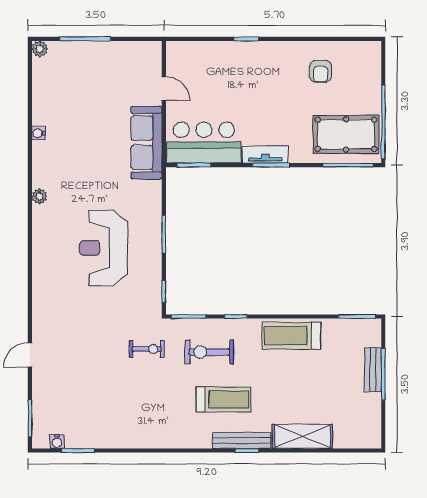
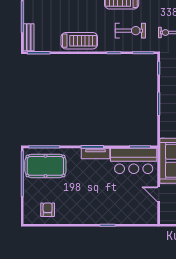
armchair: (321, 71) -> (48, 210), moved
bench: (373, 370) -> (29, 37), moved

